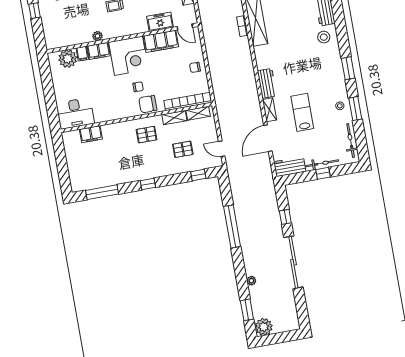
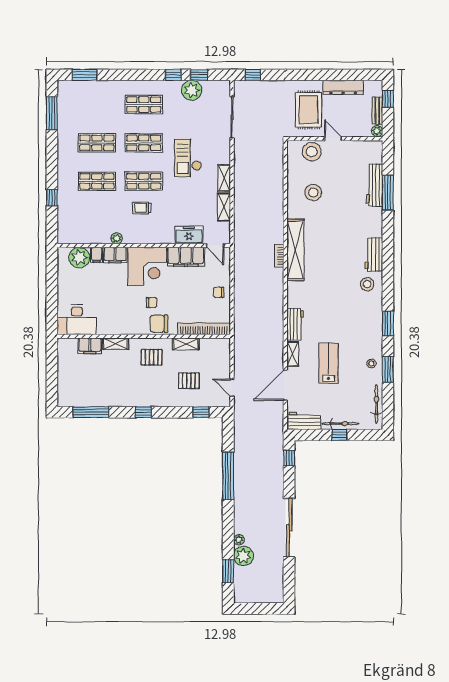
shelving: (198, 113) -> (116, 344), moved
window: (285, 217) -> (289, 458), moved
plant: (264, 327) -> (243, 556), moved

